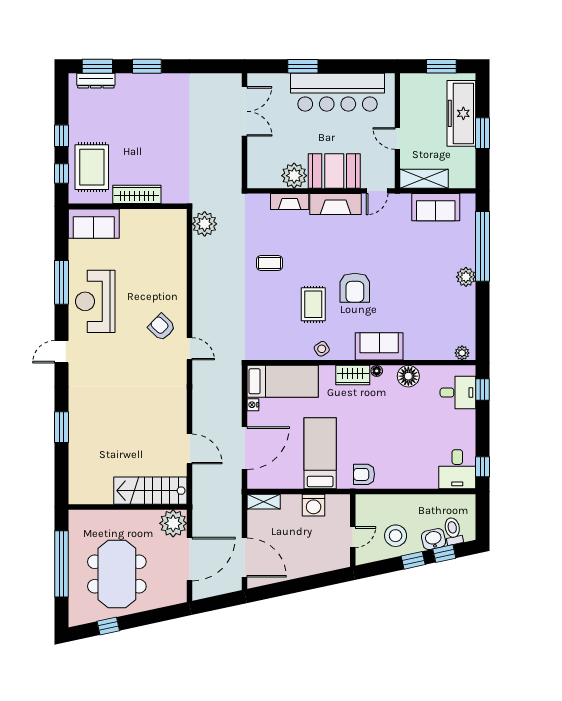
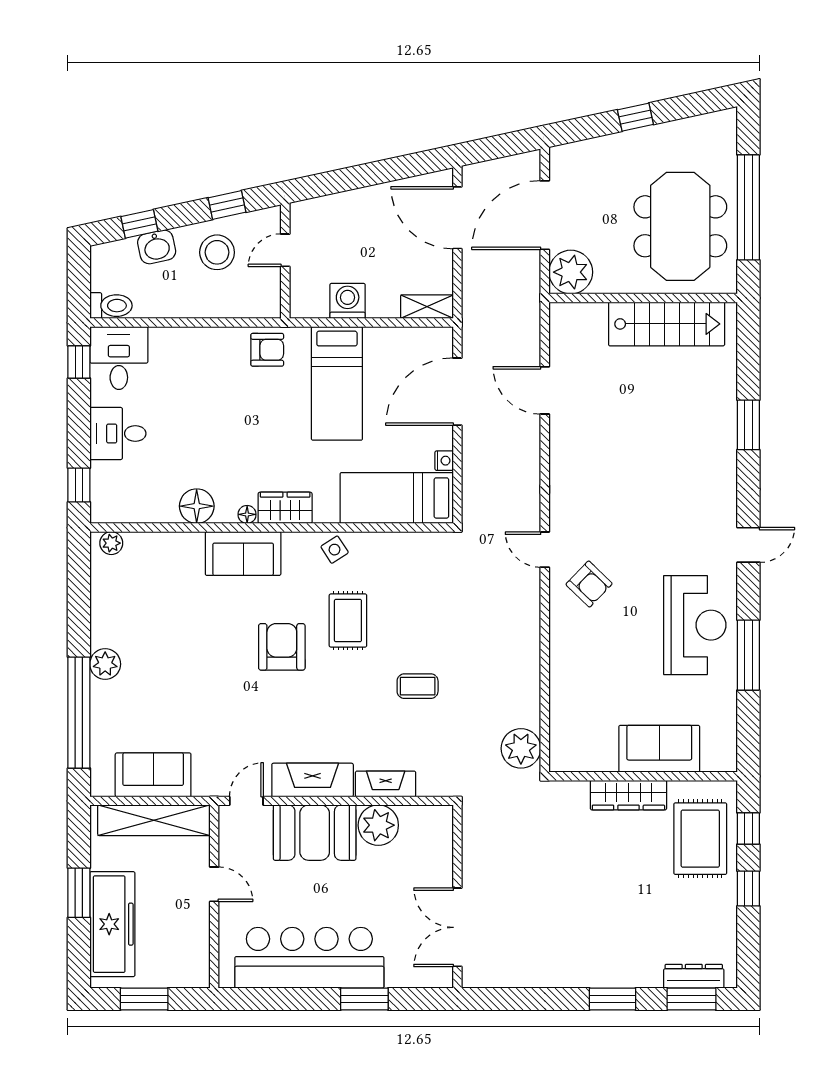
shelving: (424, 179) -> (154, 820), width x1.47
sofa: (94, 224) -> (659, 749), moved
desk: (458, 392) -> (118, 433), moved
stairs: (150, 491) -> (667, 324), moved
toilet: (453, 531) -> (111, 306), moved, turned -78
window: (413, 560) -> (227, 205), moved
meeting table: (117, 574) -> (680, 226), moved
window: (108, 626) -> (635, 117), moved

